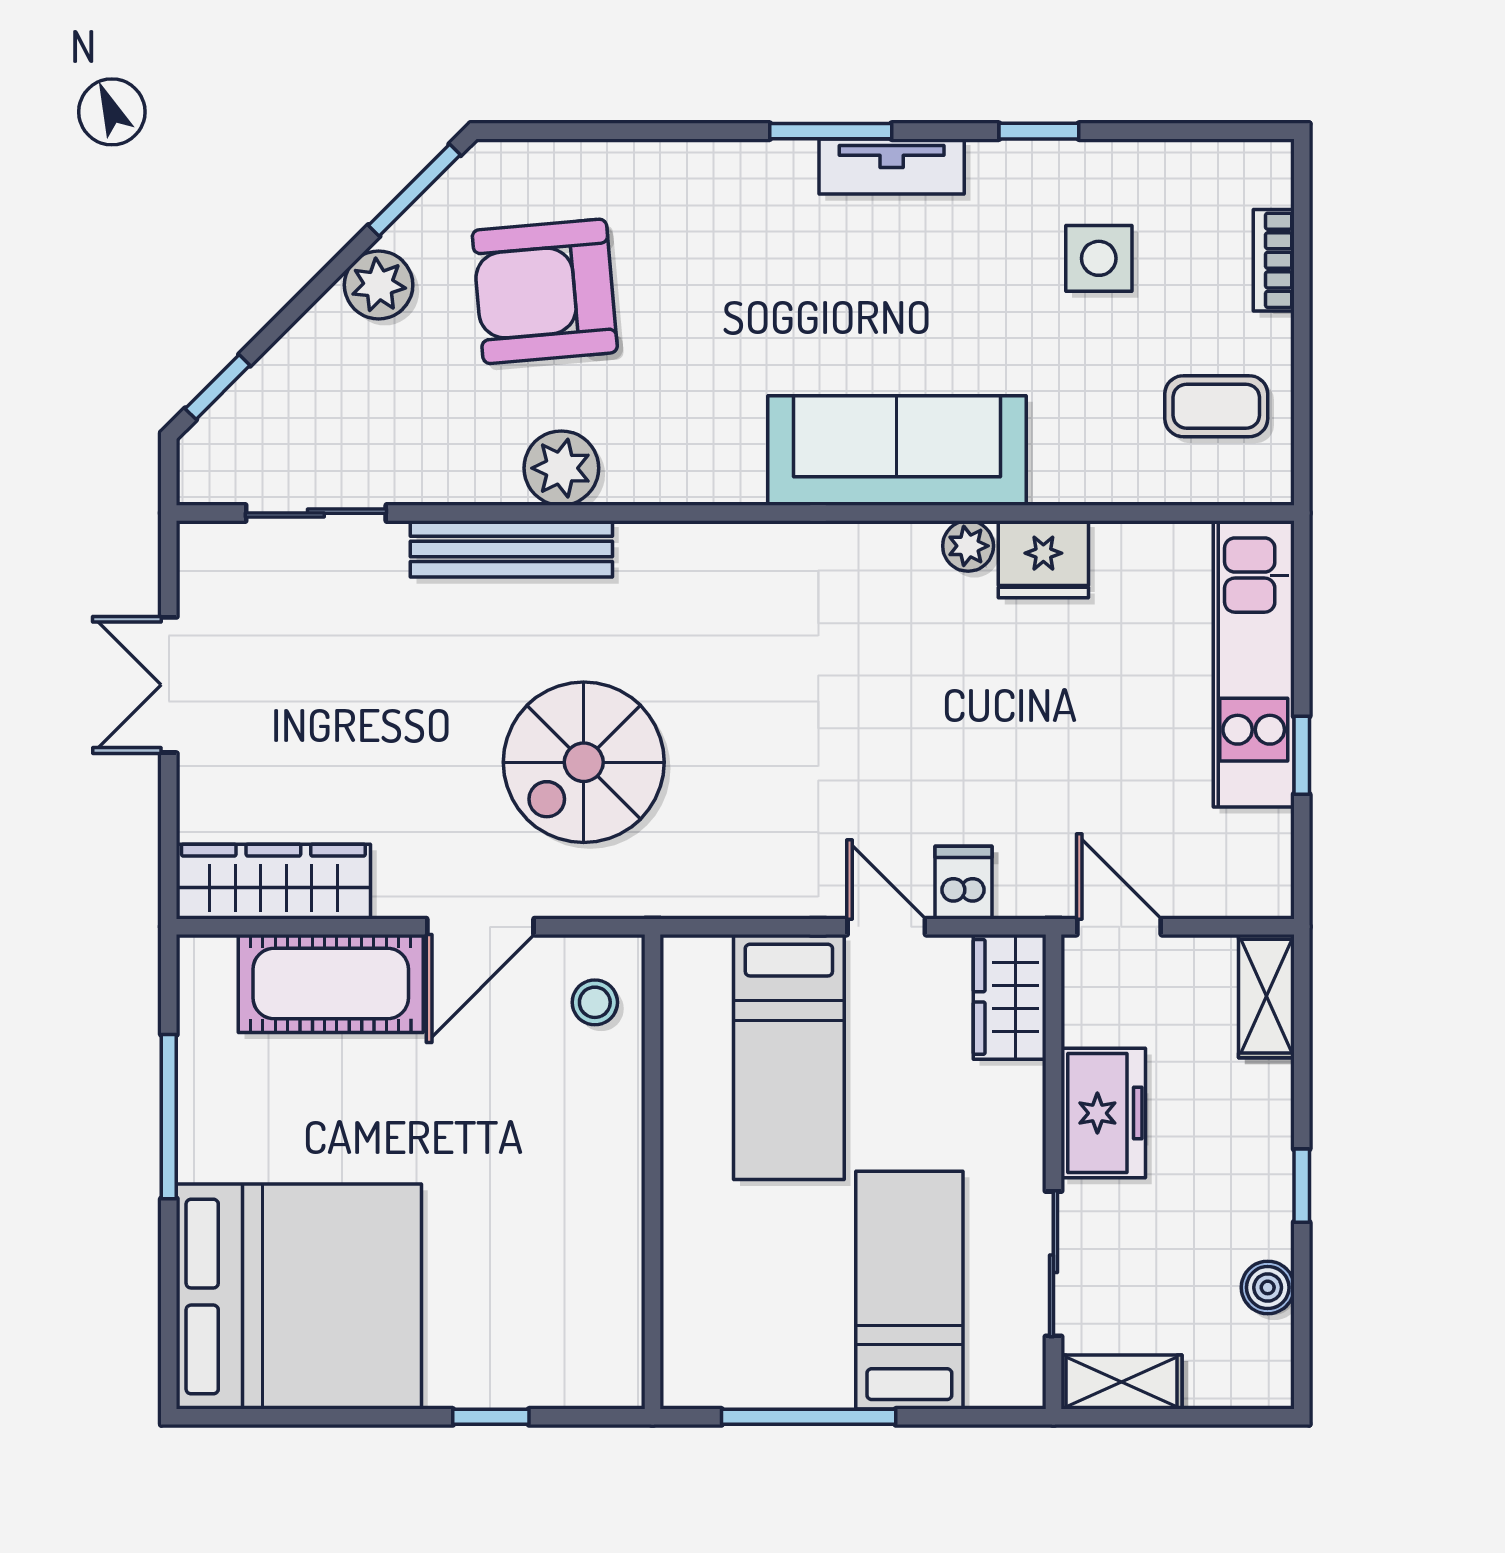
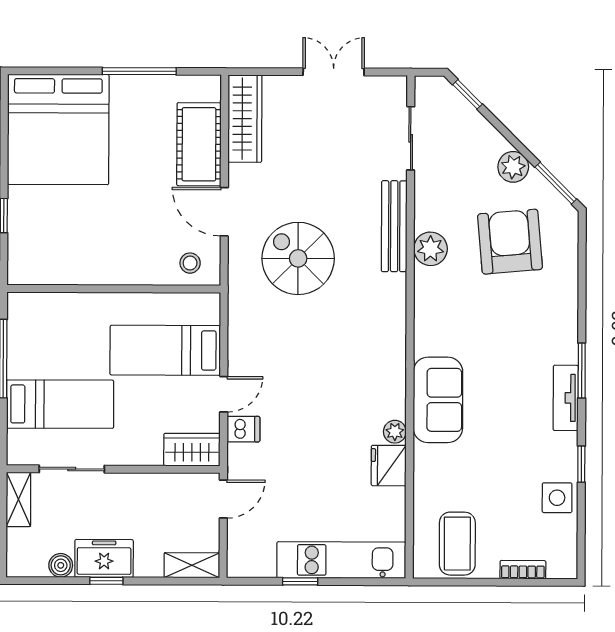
side table: (1099, 258) -> (557, 498), moved
coffee table: (1216, 406) -> (457, 544), width x1.36, depth x1.30
sofa: (897, 450) -> (438, 400), width x0.73
freezer: (1103, 1113) -> (104, 558), moved, turned 180

